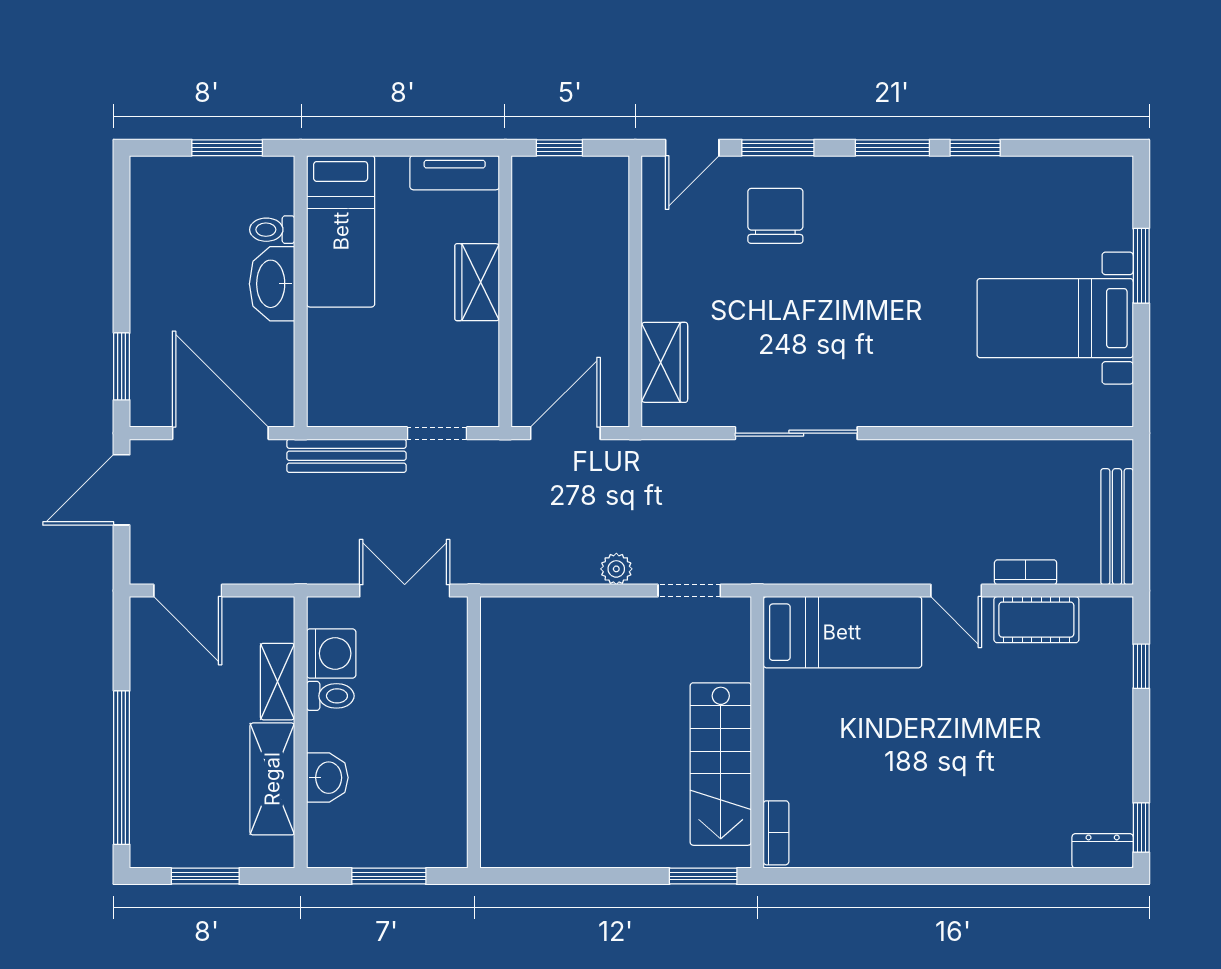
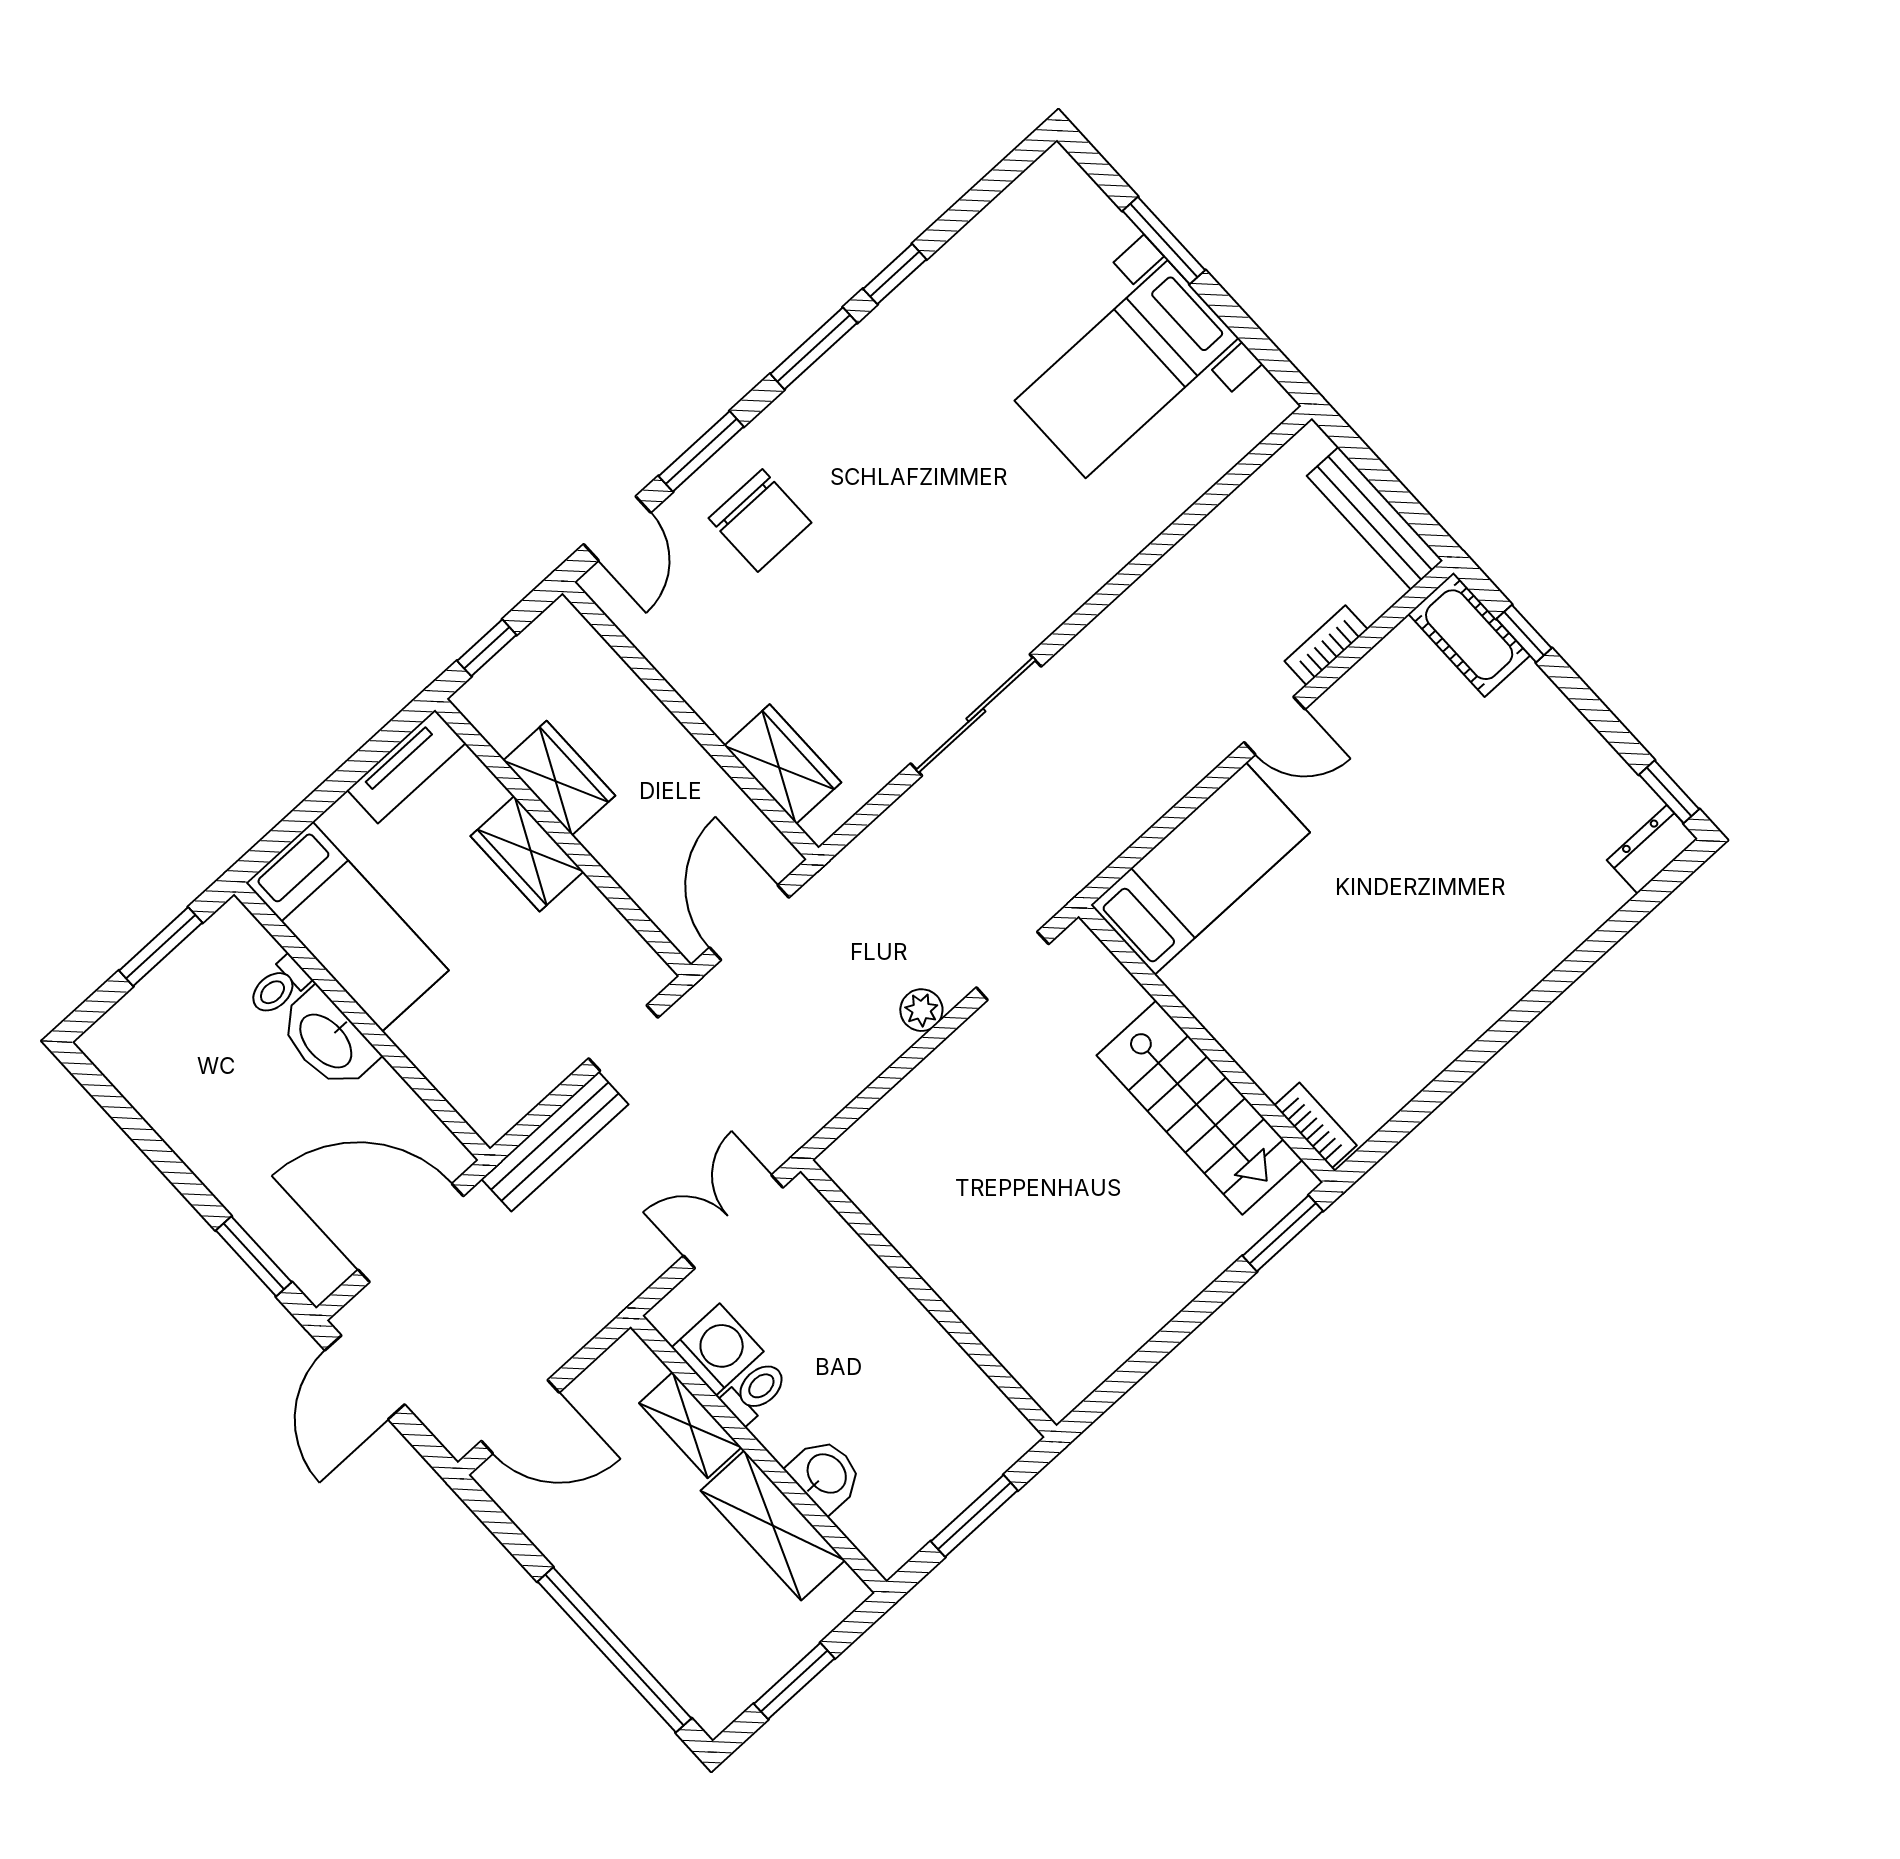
chair: (775, 216) -> (760, 520), turned 180
wardrobe: (533, 257) -> (559, 778), added
cot: (1036, 620) -> (1469, 635), moved, turned 90

